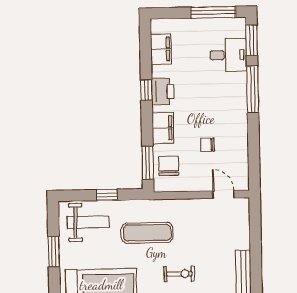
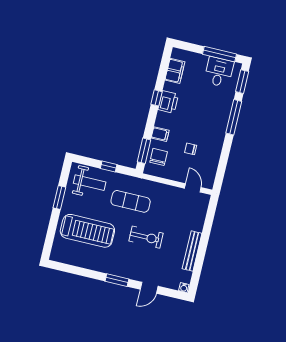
desk: (228, 55) -> (219, 72), moved, turned -90
filing cabinet: (163, 128) -> (160, 134), width x0.50
exercise bike: (179, 274) -> (146, 237), width x1.38, depth x1.39

